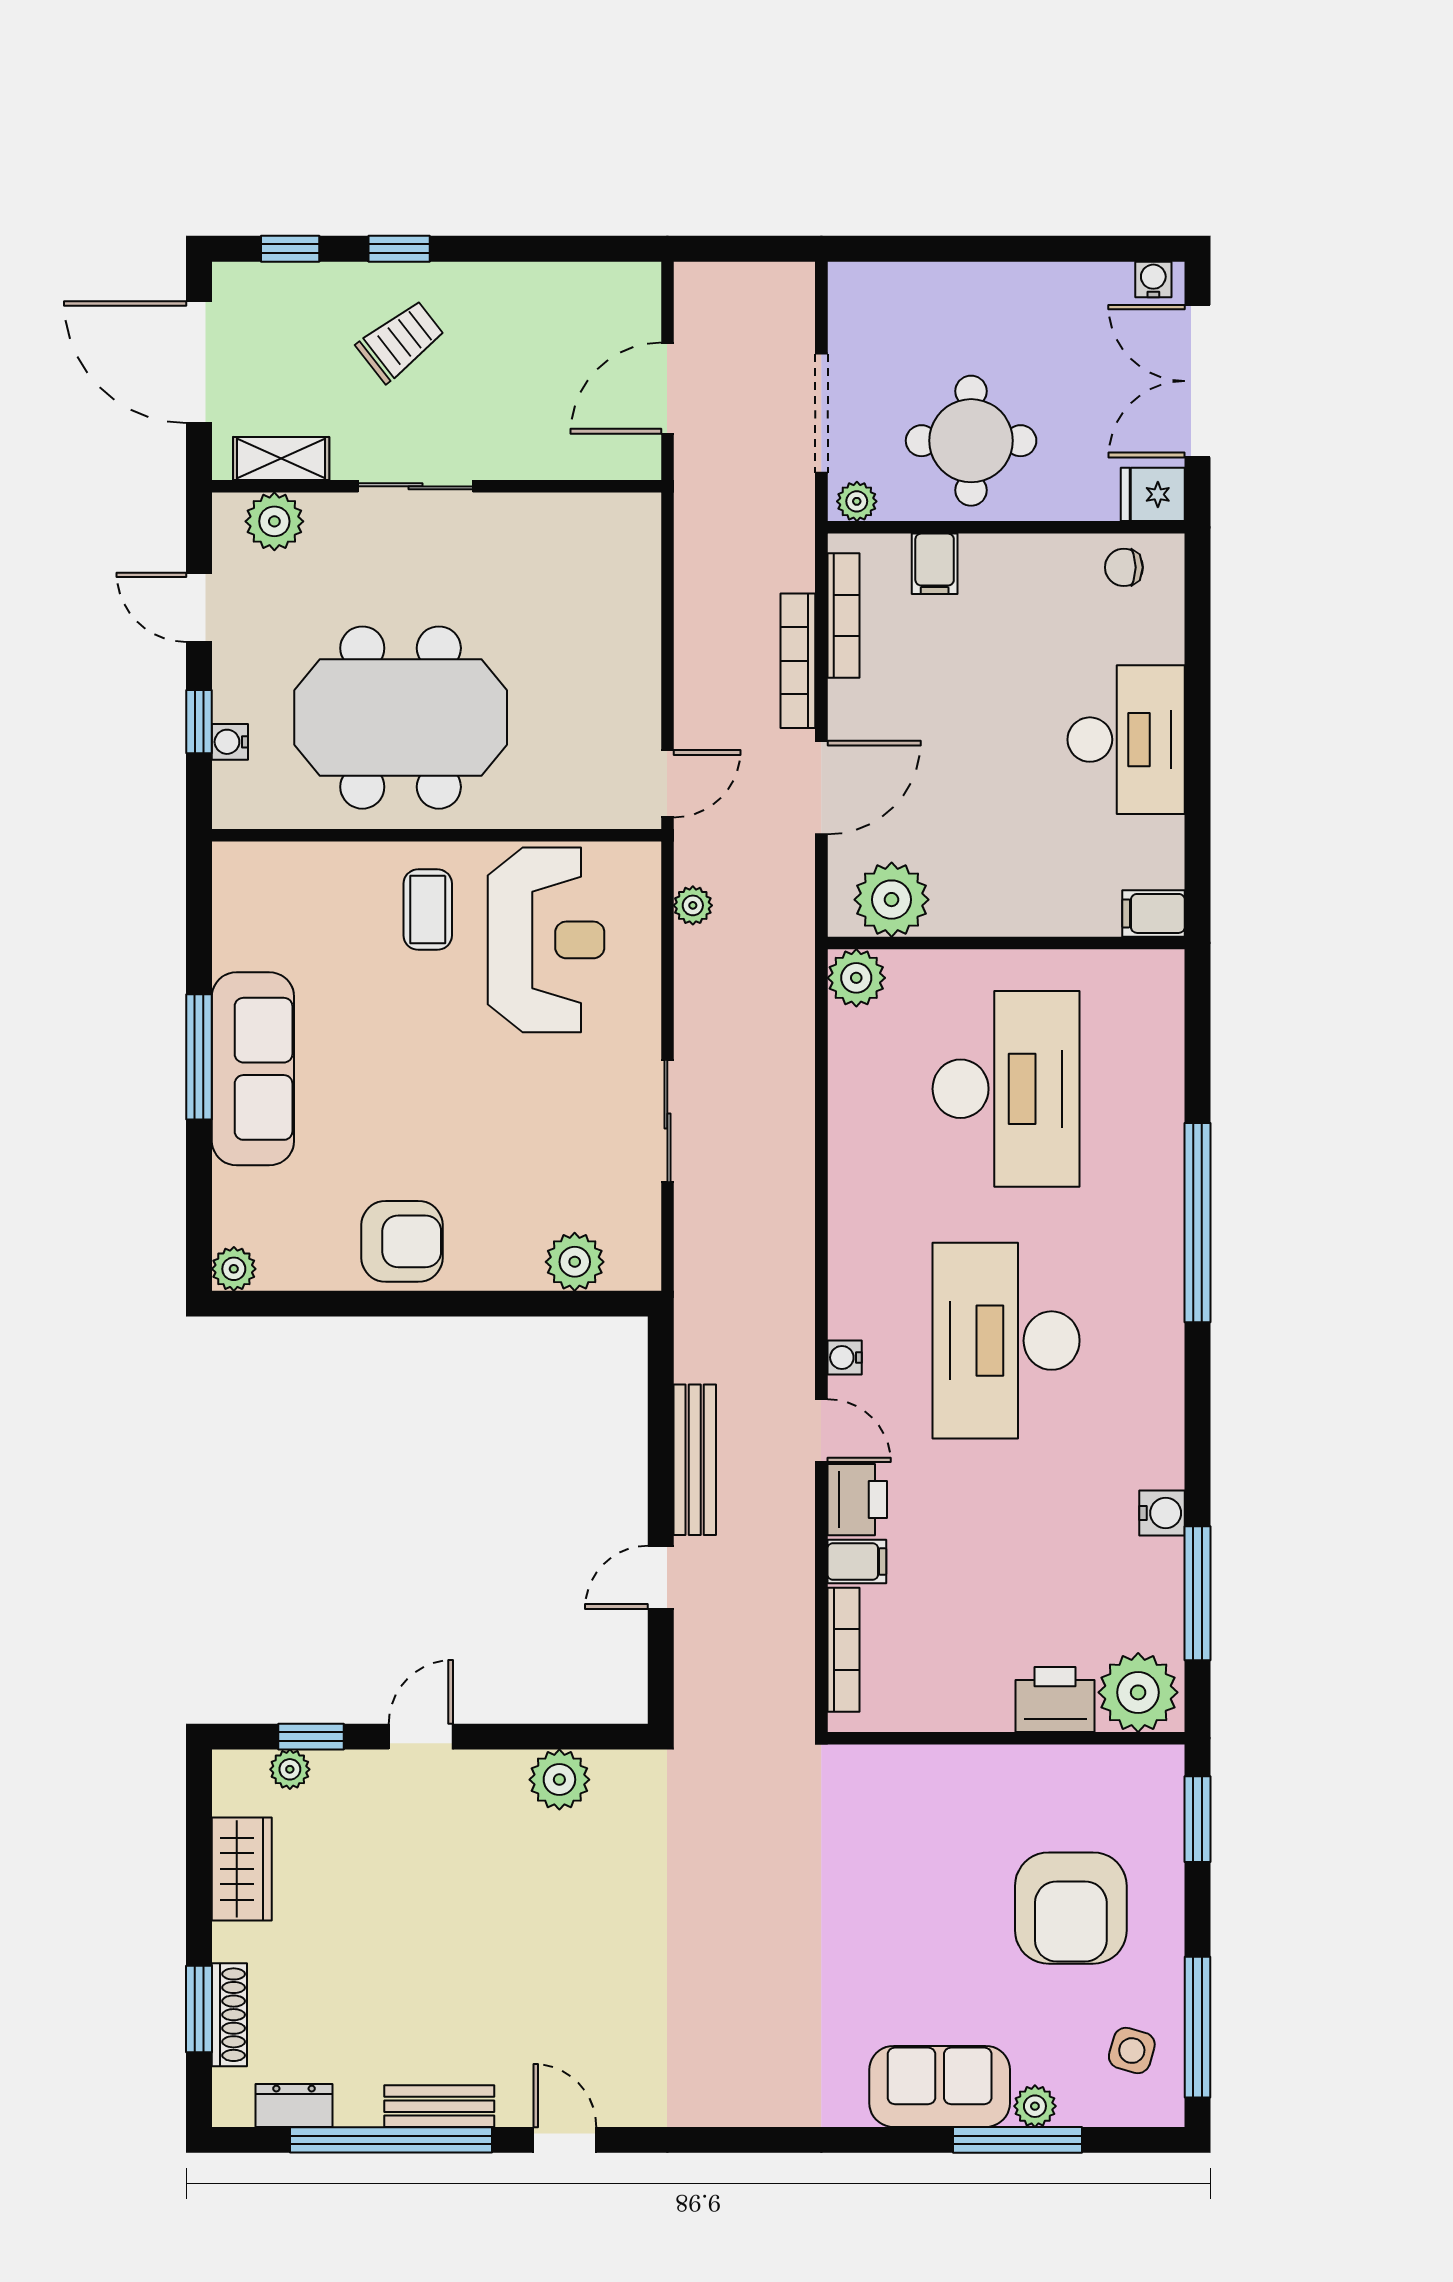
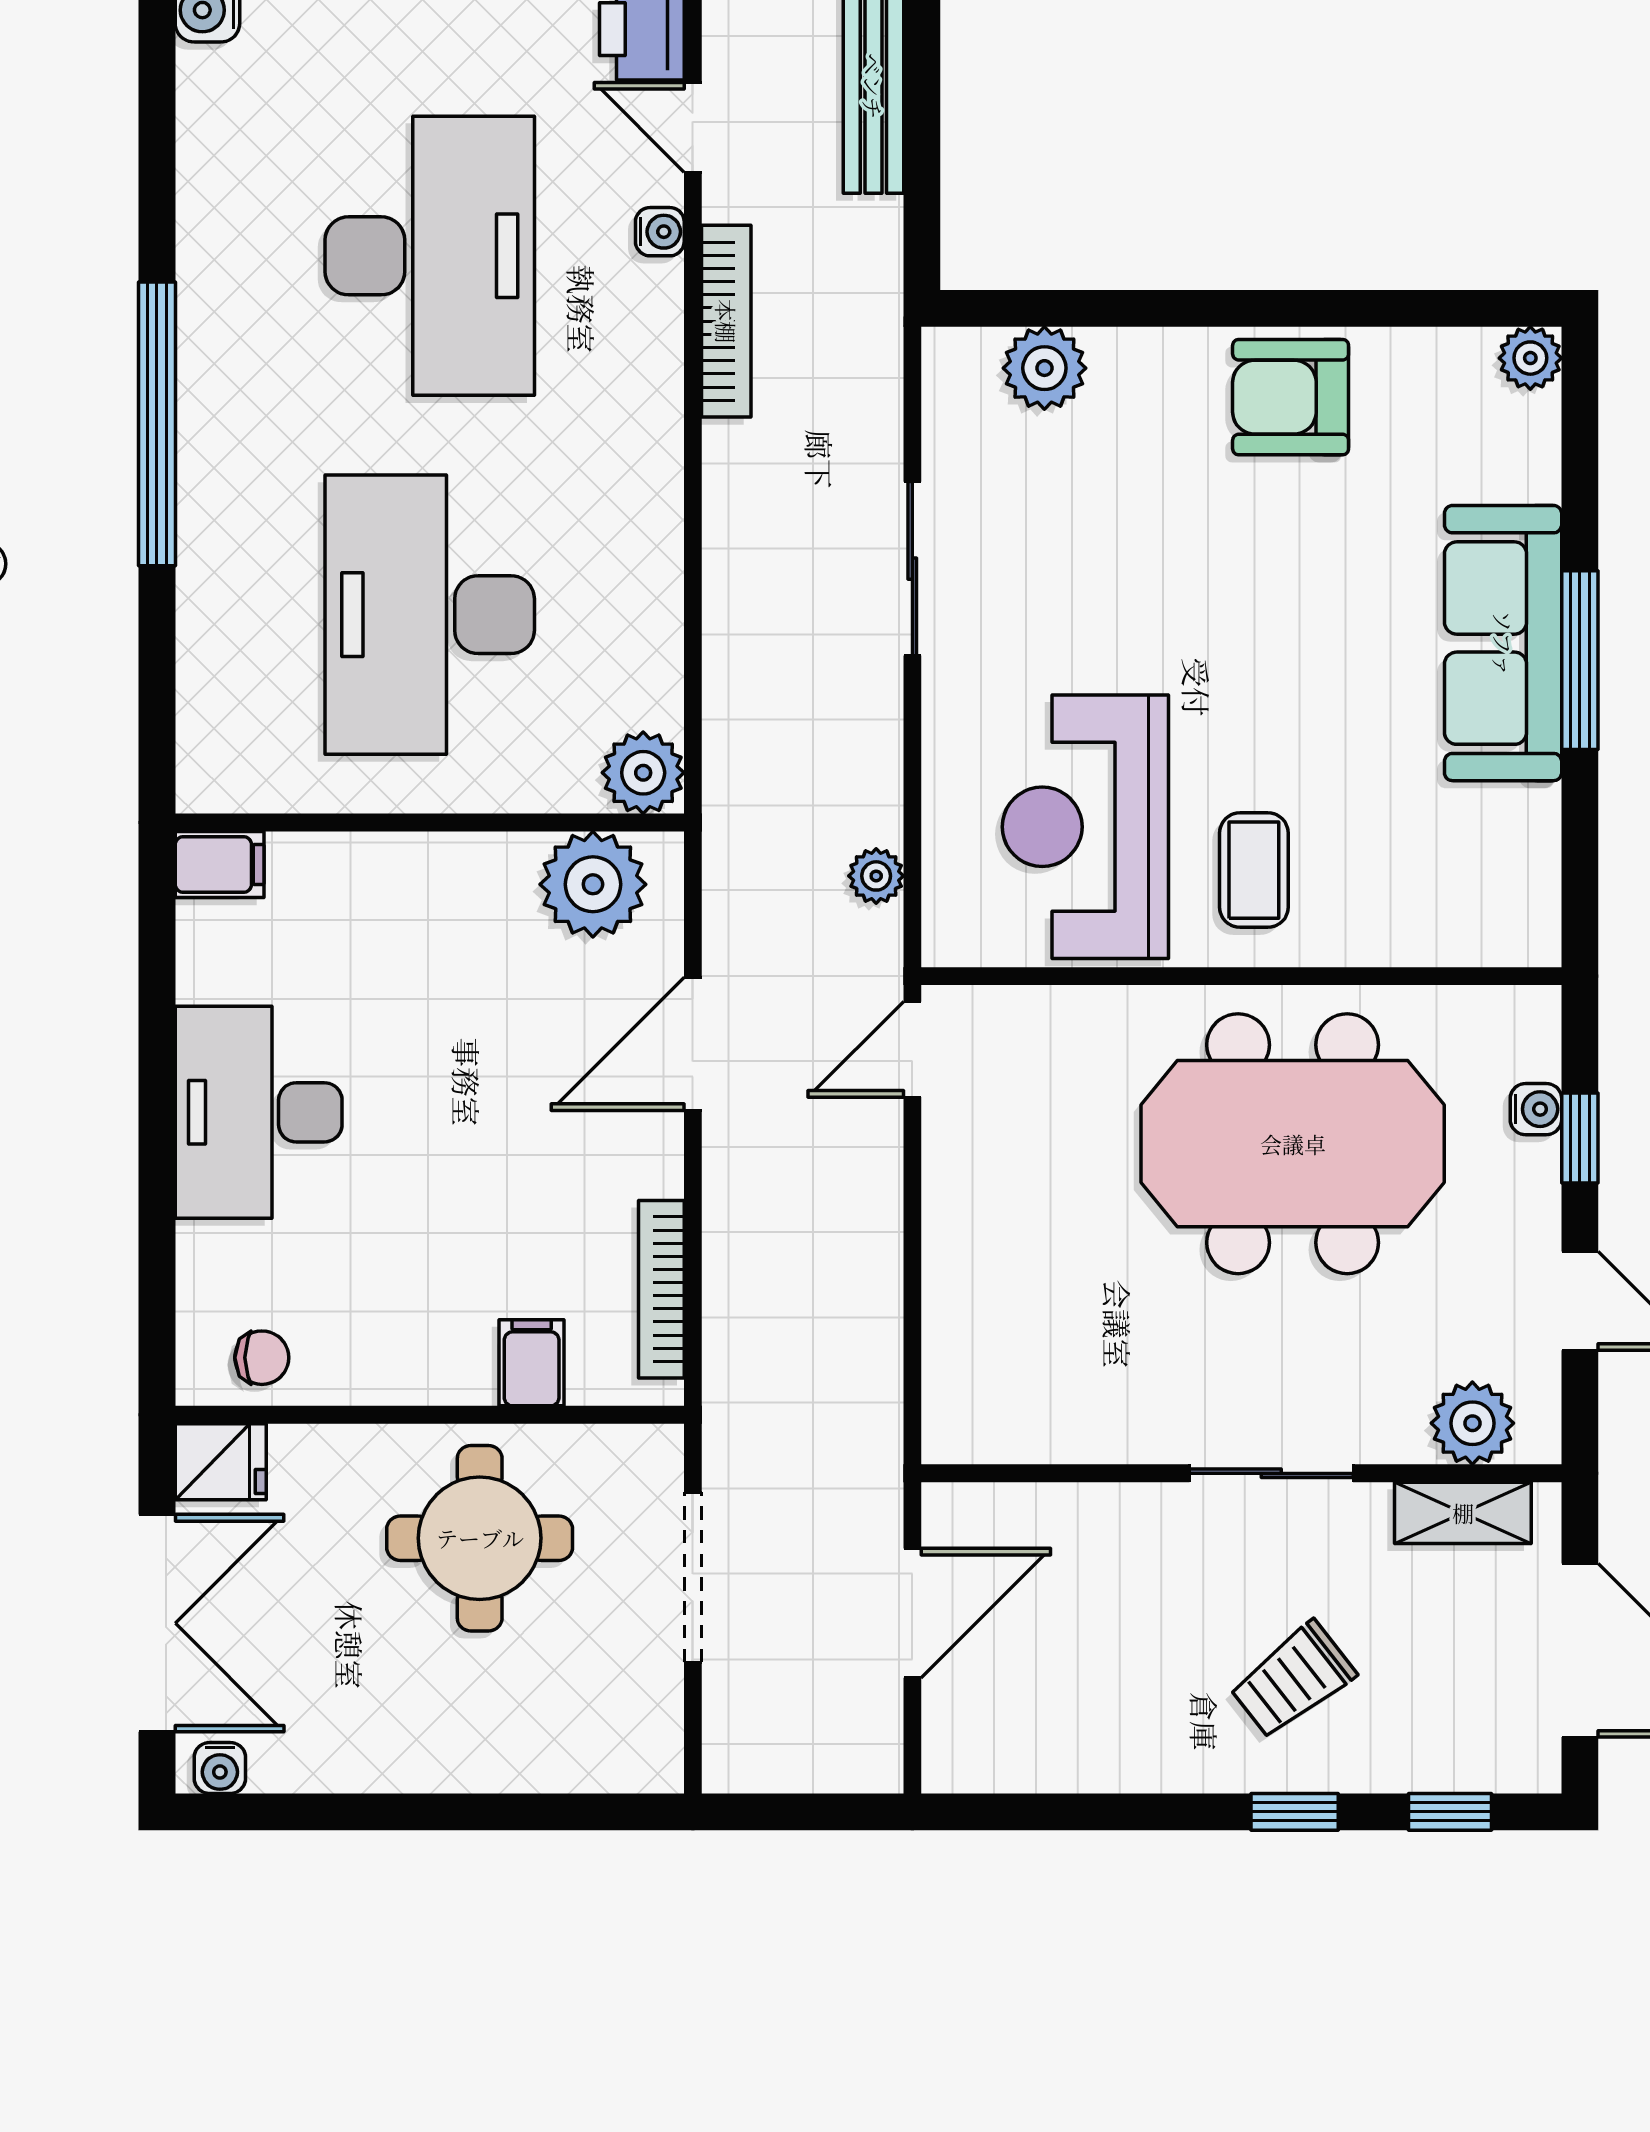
plant: (857, 501) -> (642, 1452), removed
bookcase: (798, 661) -> (726, 321), moved

